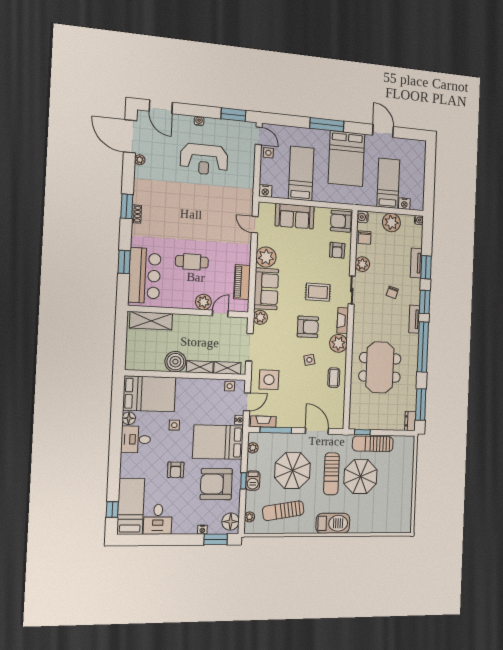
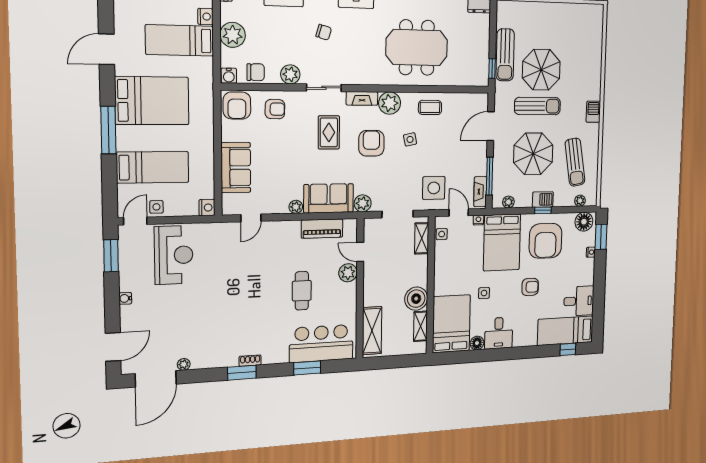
reception desk: (204, 159) -> (174, 255), moved
bed: (301, 173) -> (153, 167), moved, turned 180
plant: (266, 257) -> (296, 207), width x0.53, depth x0.53
shelving: (200, 367) -> (420, 326), moved
barbecue: (333, 523) -> (593, 112), width x0.53, depth x0.65

